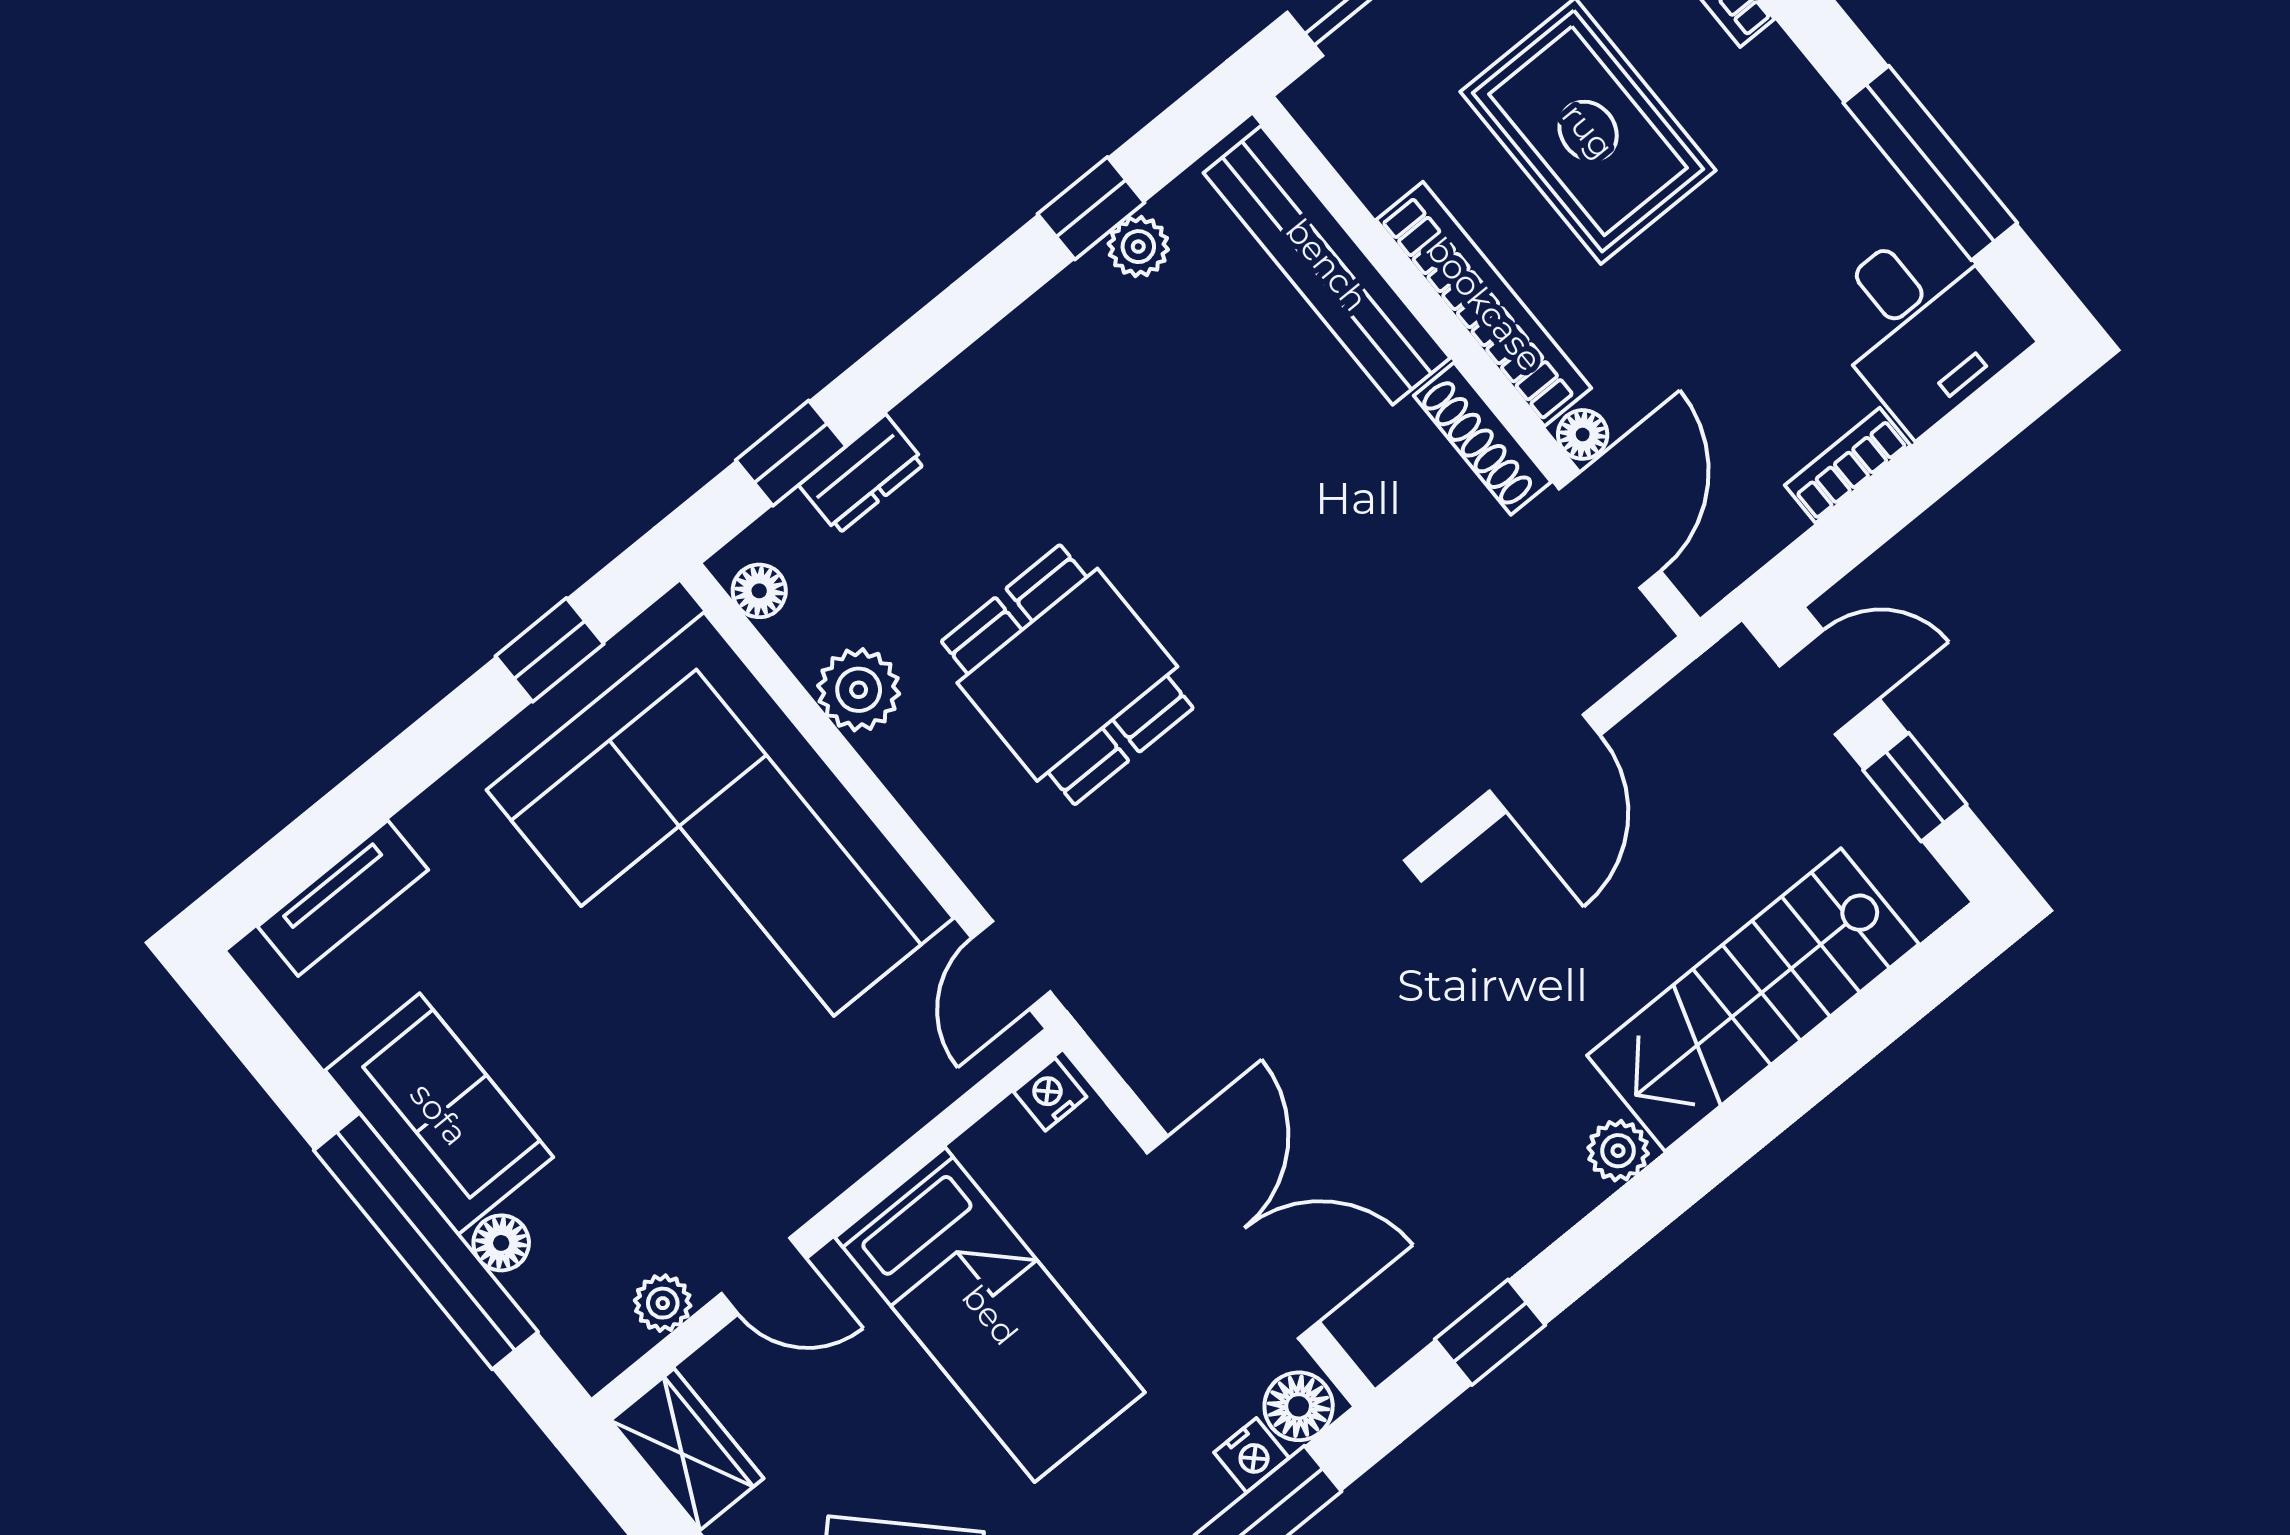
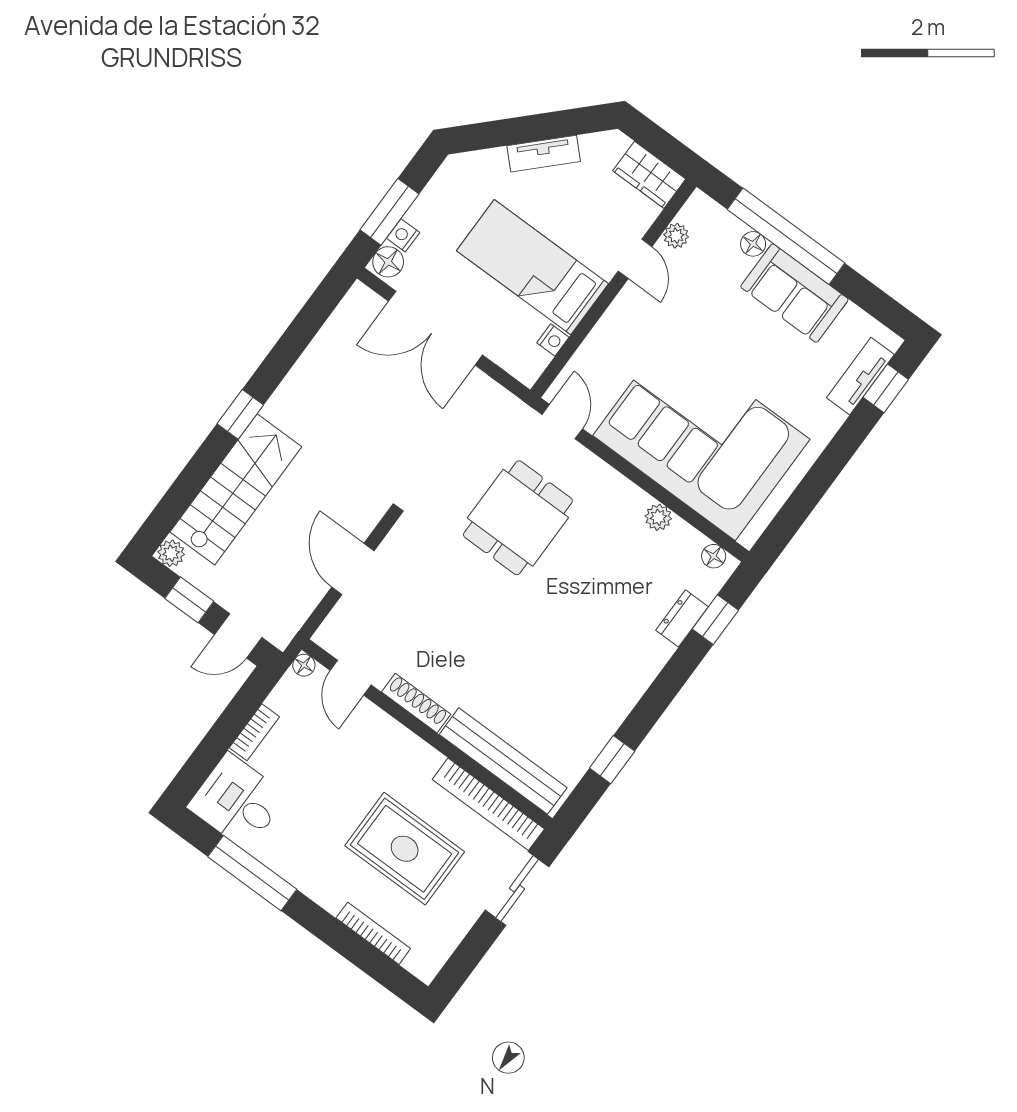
plant: (1138, 247) -> (587, 748), removed
bookcase: (1484, 304) -> (488, 804), moved
floor lamp: (1583, 434) -> (304, 665), moved
door: (1610, 530) -> (351, 678), width x0.73
window: (550, 650) -> (886, 388), moved
dining table: (1067, 675) -> (518, 518), moved, turned 90
plant: (859, 690) -> (658, 517), width x0.73, depth x0.73
nightstand: (1050, 1094) -> (553, 340), moved
plant: (1618, 1151) -> (171, 553), moved
door: (764, 1276) -> (635, 259), swing flipped
window: (1490, 1332) -> (240, 414), moved

